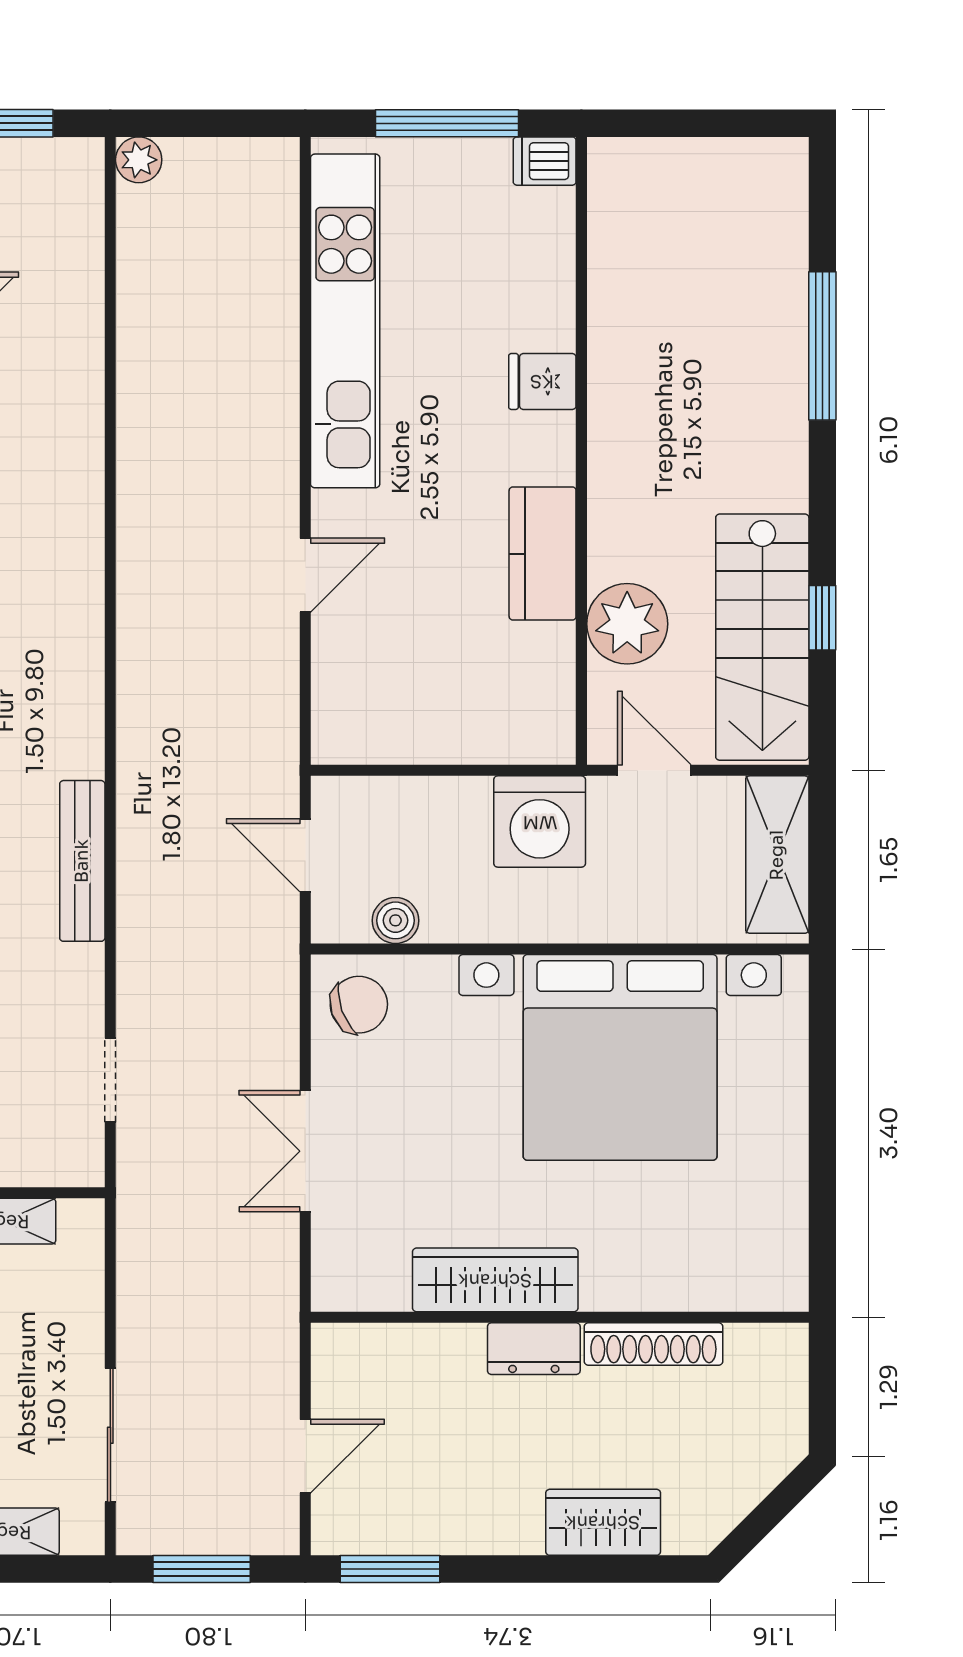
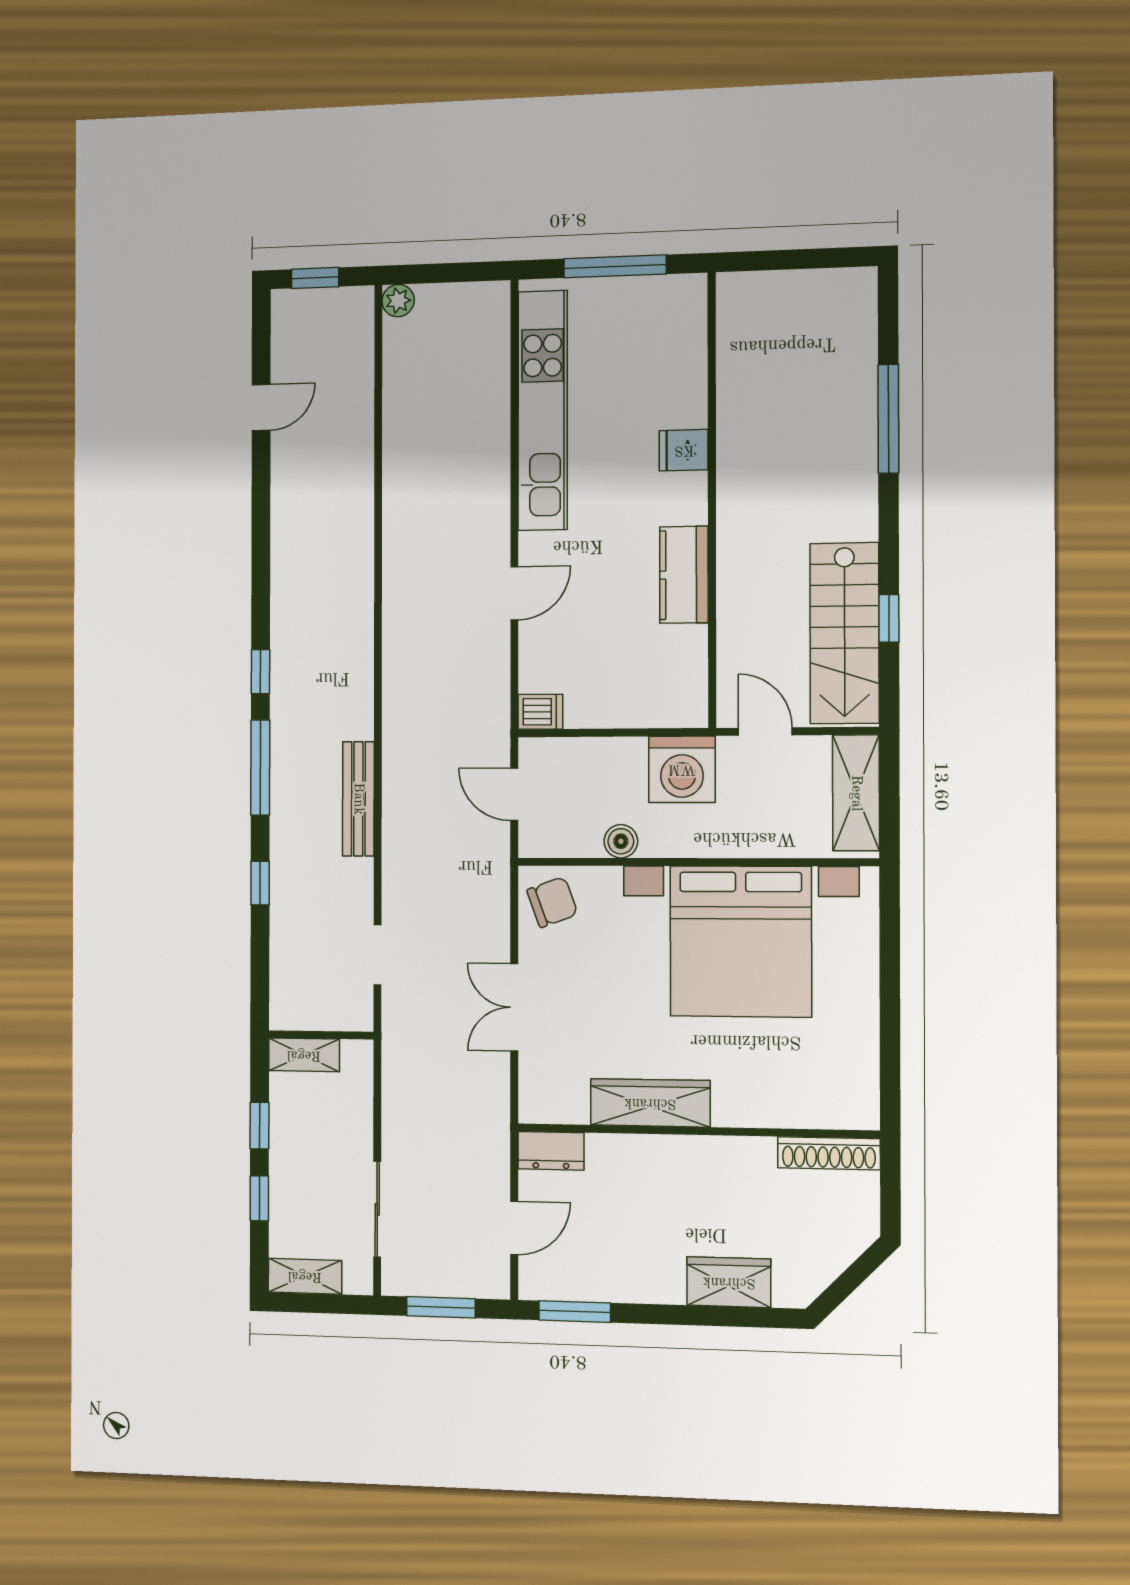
dishwasher: (545, 161) -> (540, 712), moved, turned 180
plant: (627, 624) -> (745, 625), removed
boiler: (395, 920) -> (621, 841), moved
shoe rack: (653, 1344) -> (829, 1153), moved
dresser: (534, 1349) -> (551, 1151), moved

